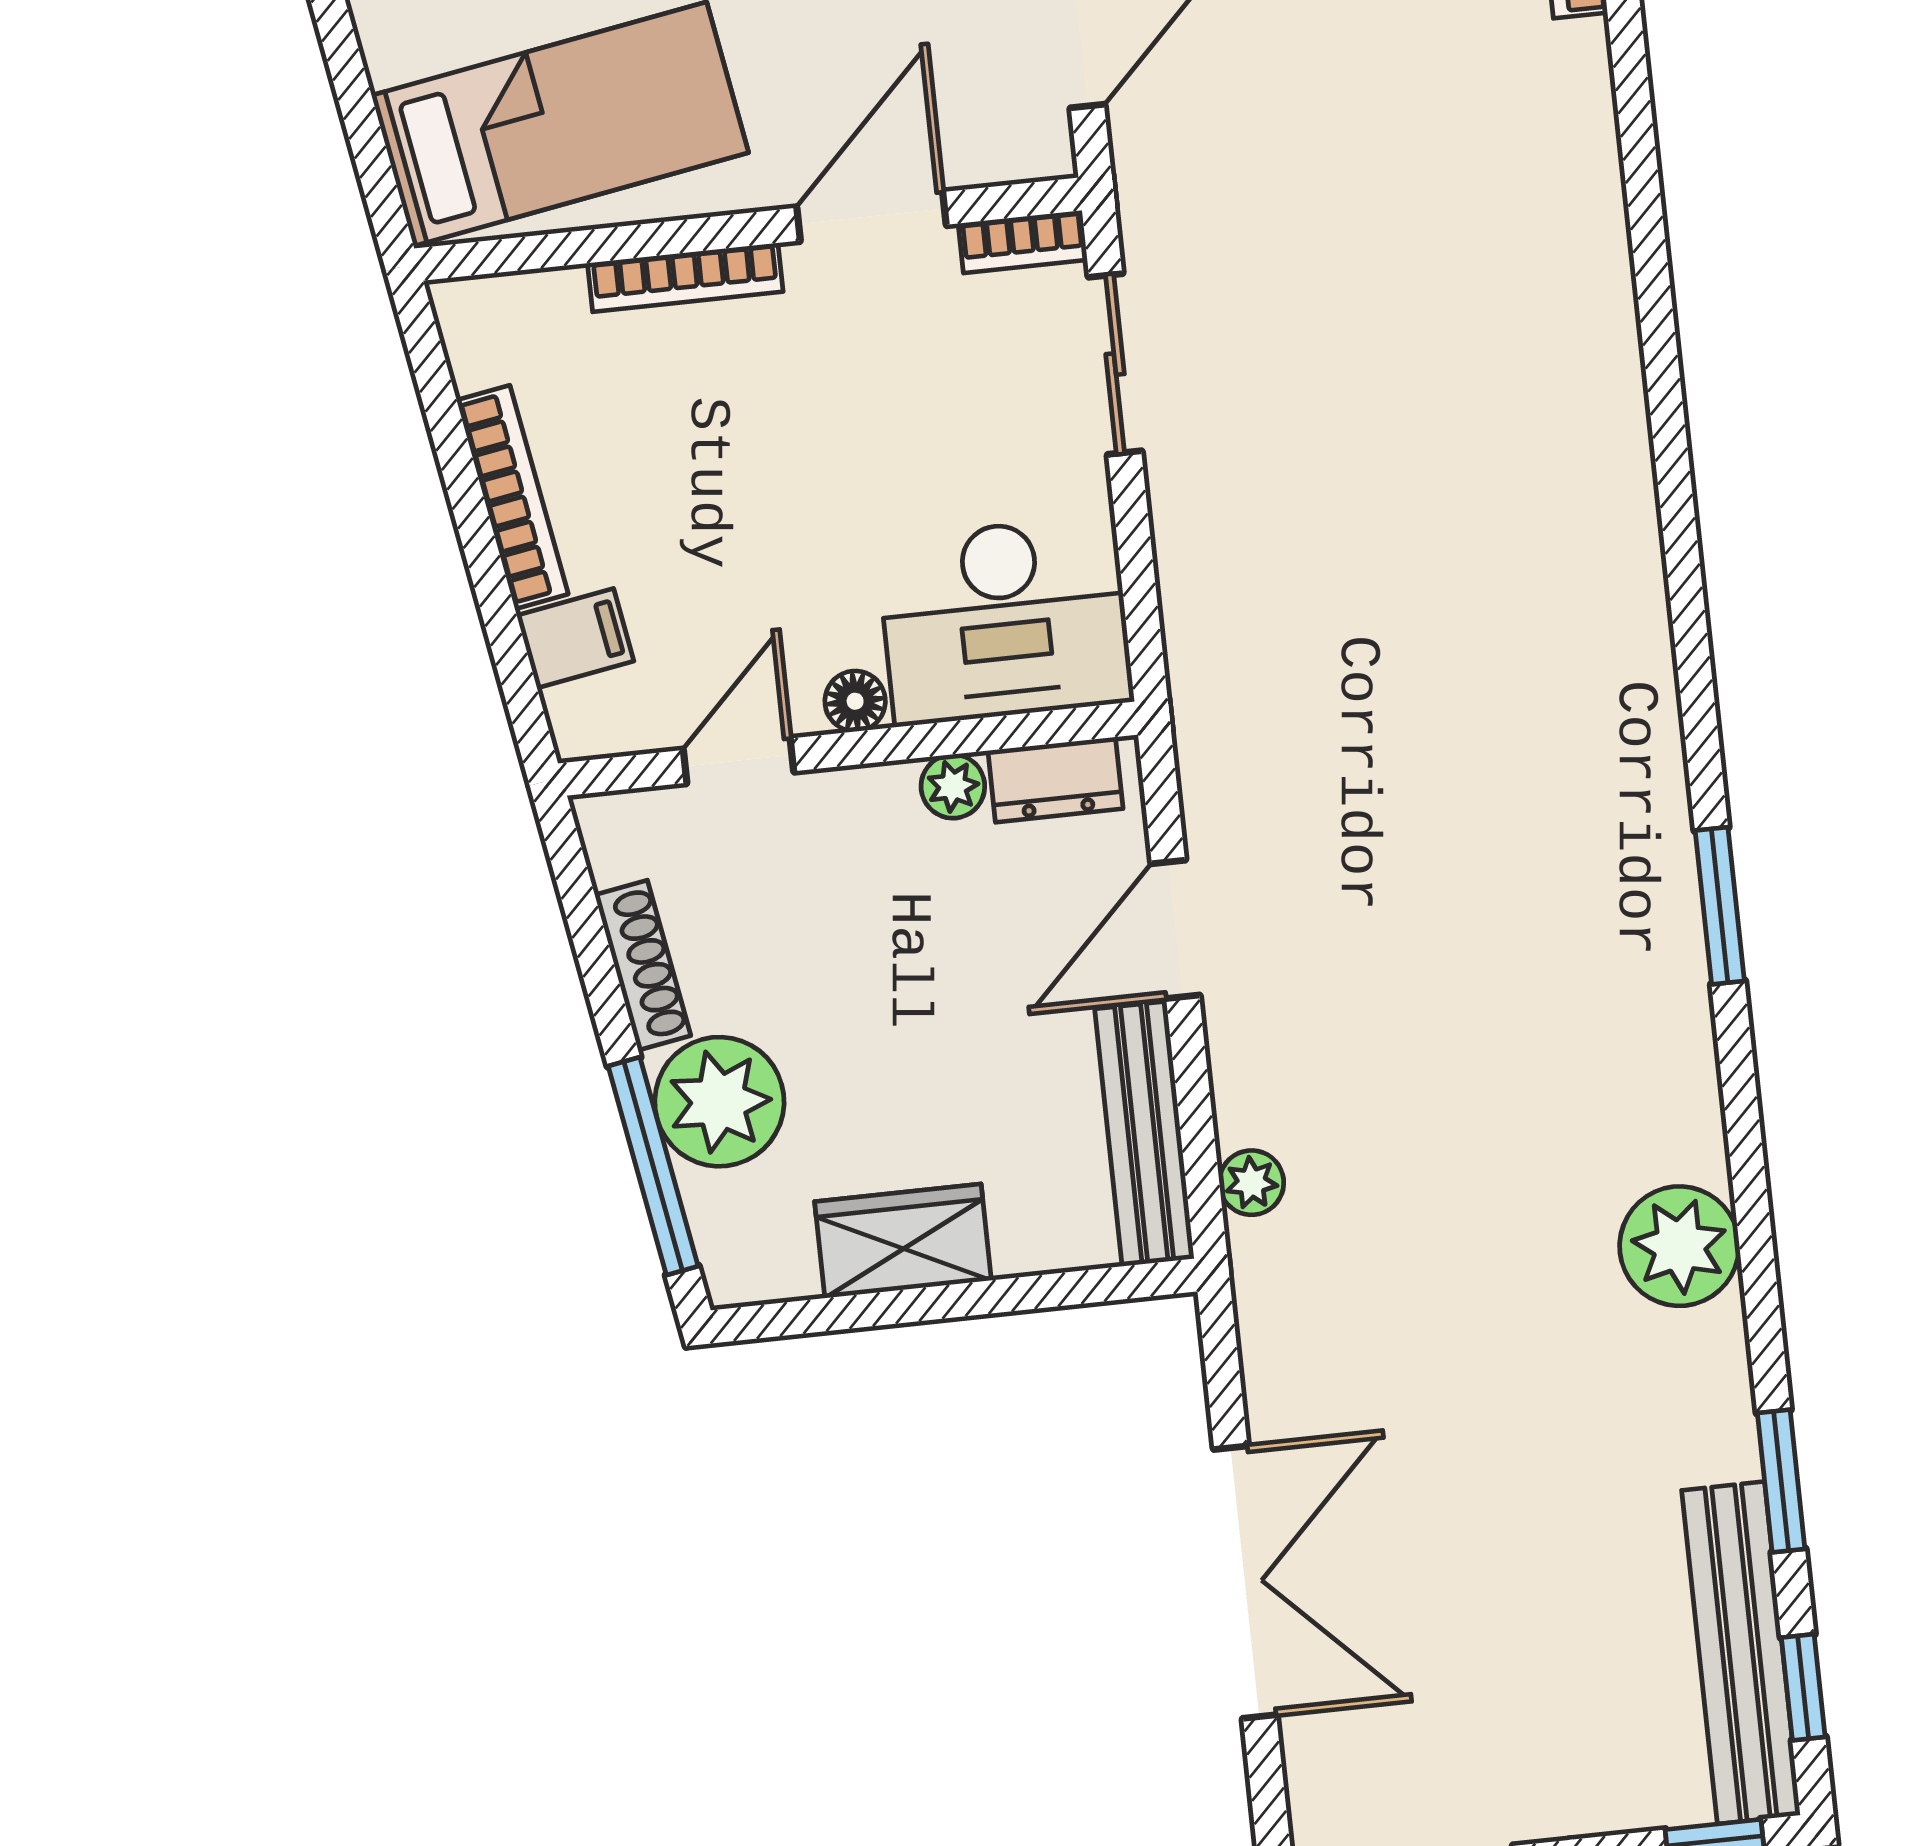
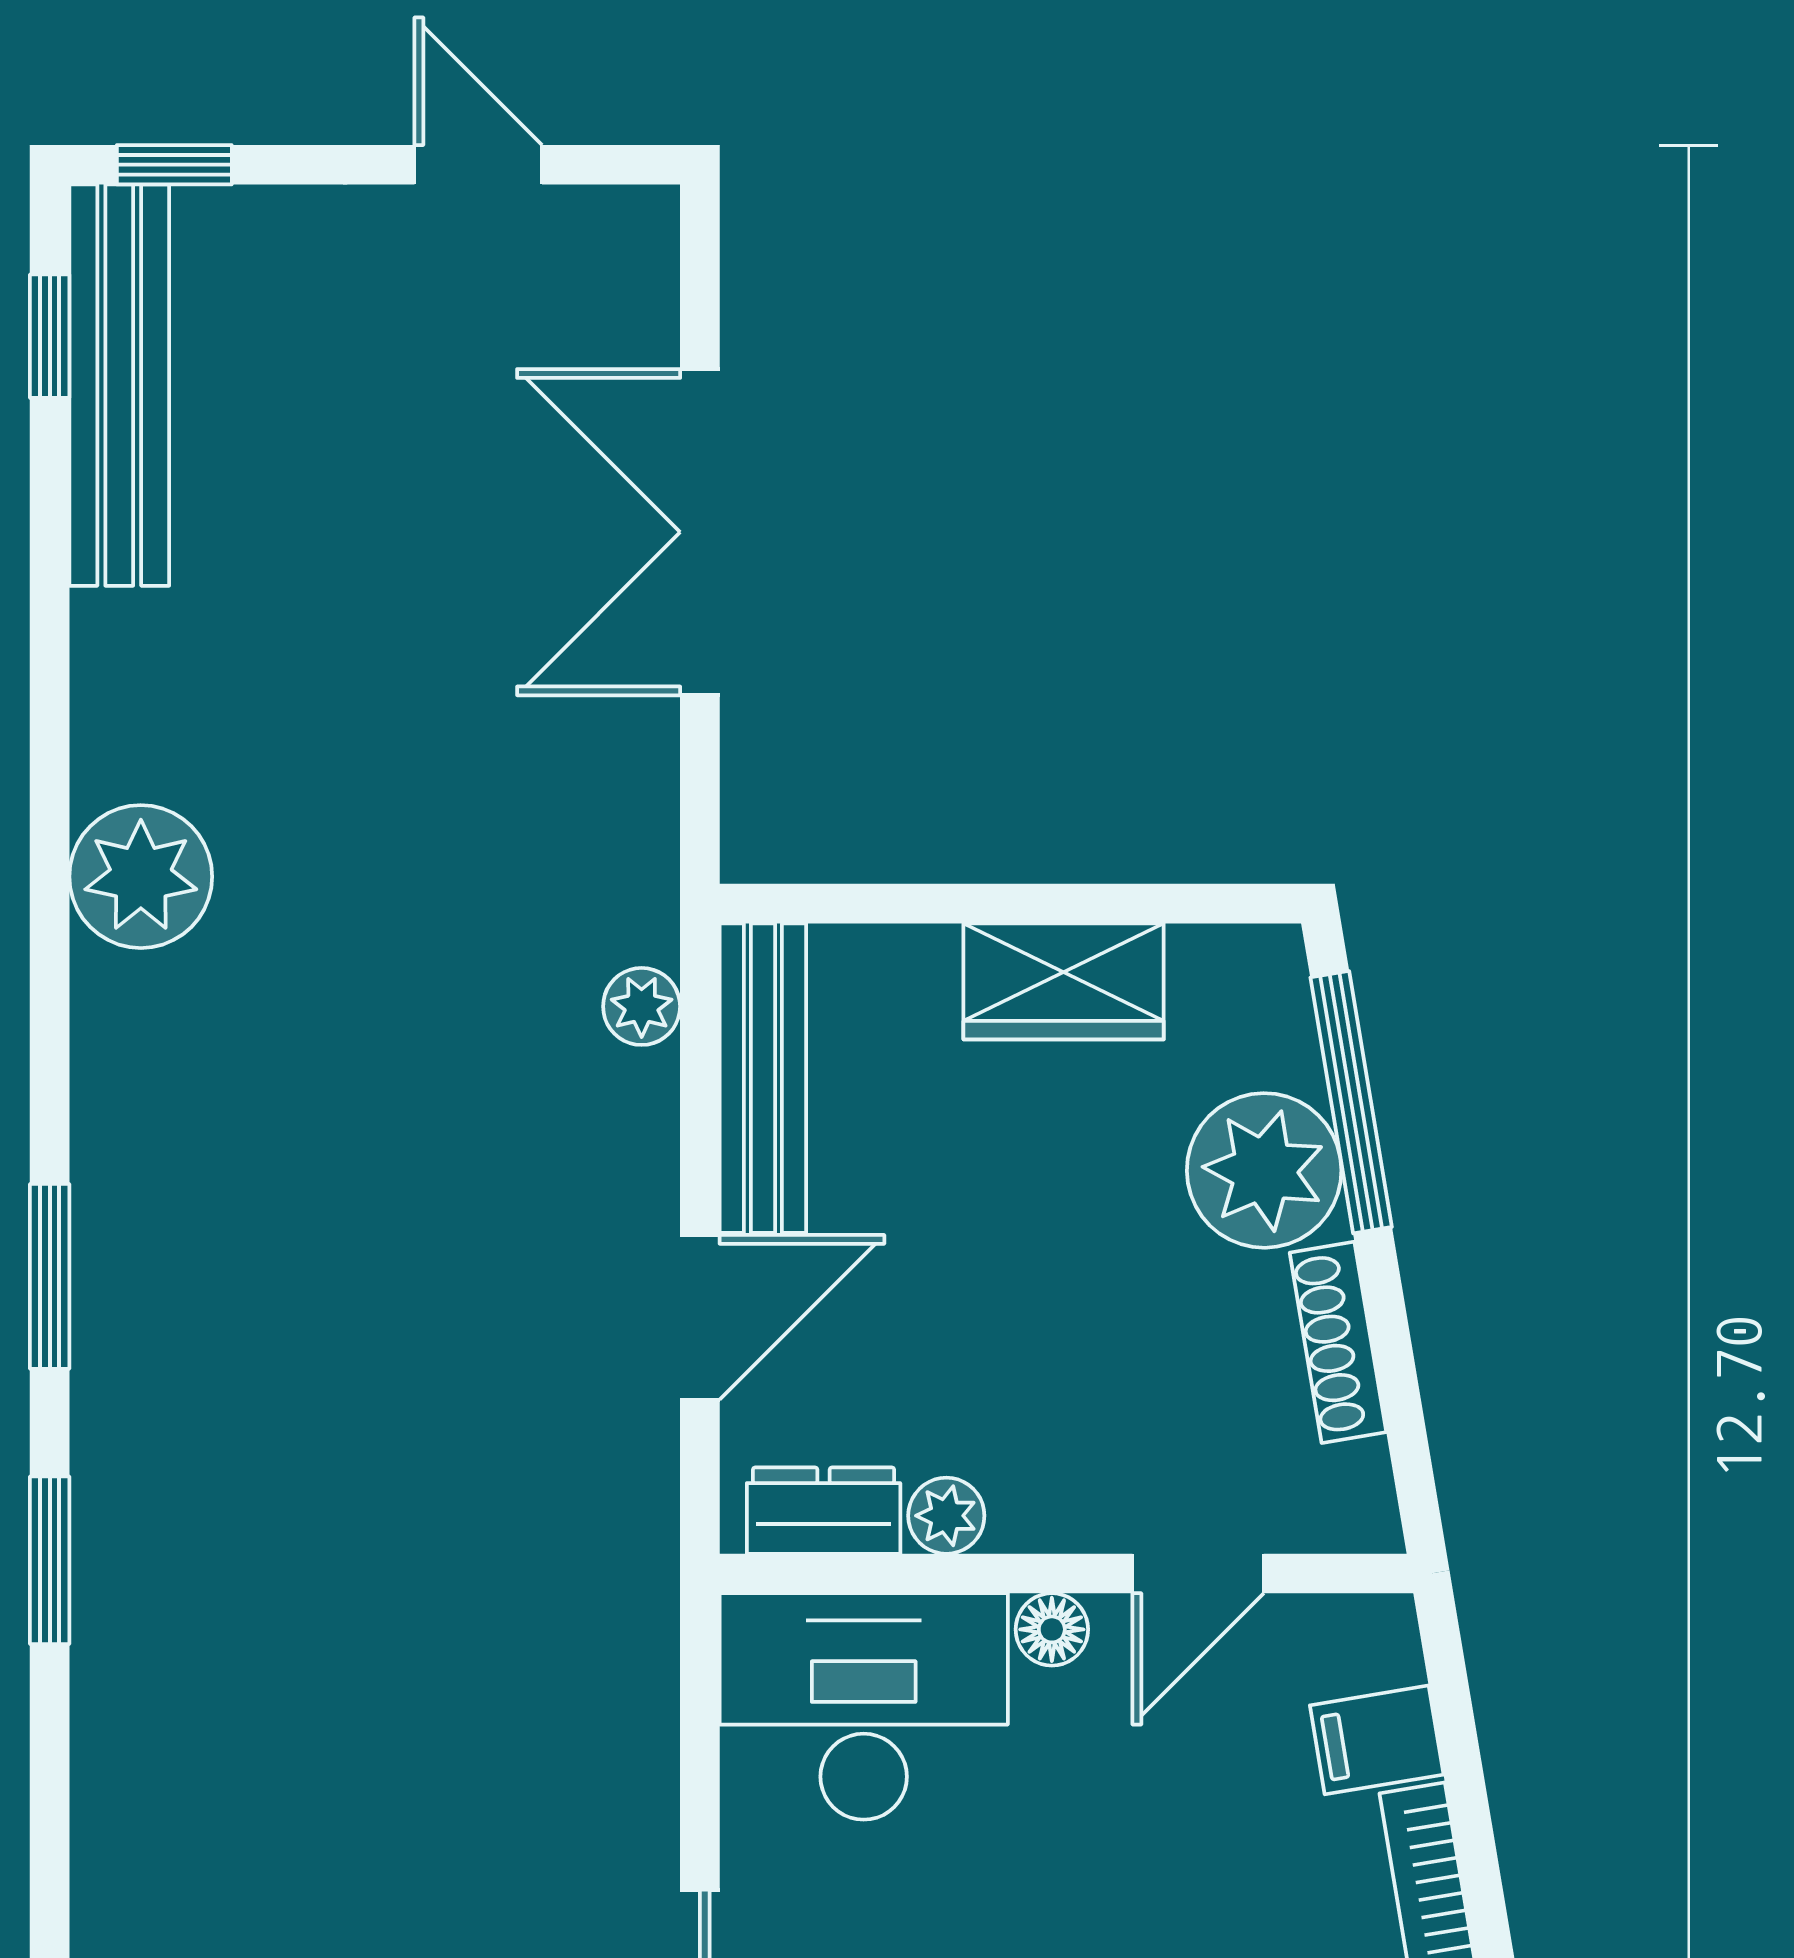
window: (1781, 1481) -> (50, 1560), moved

